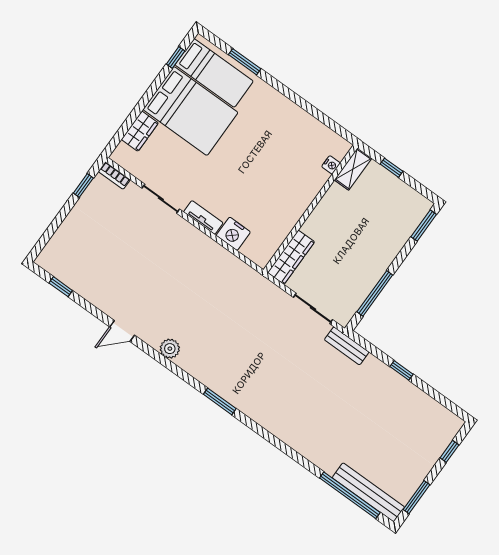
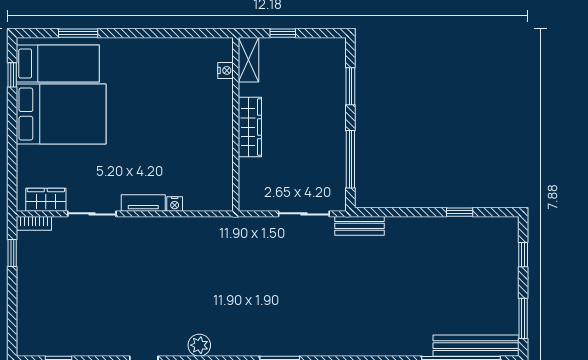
wardrobe: (140, 131) -> (46, 200), moved, turned -90
window: (424, 226) -> (350, 86), moved
nightstand: (233, 234) -> (175, 204), width x0.53, depth x0.56
wardrobe: (291, 257) -> (250, 127), moved
window: (401, 370) -> (460, 212), moved

